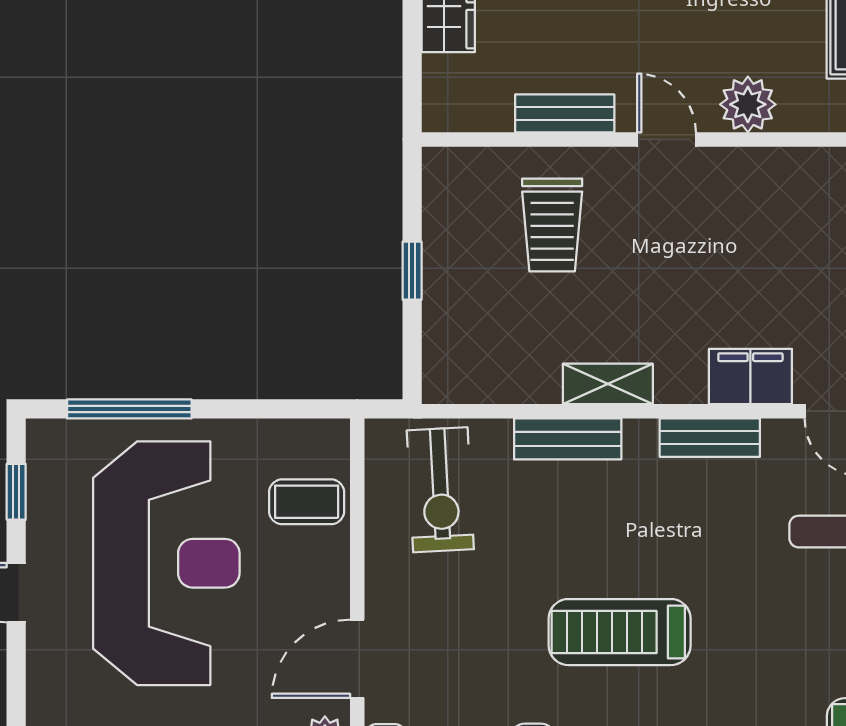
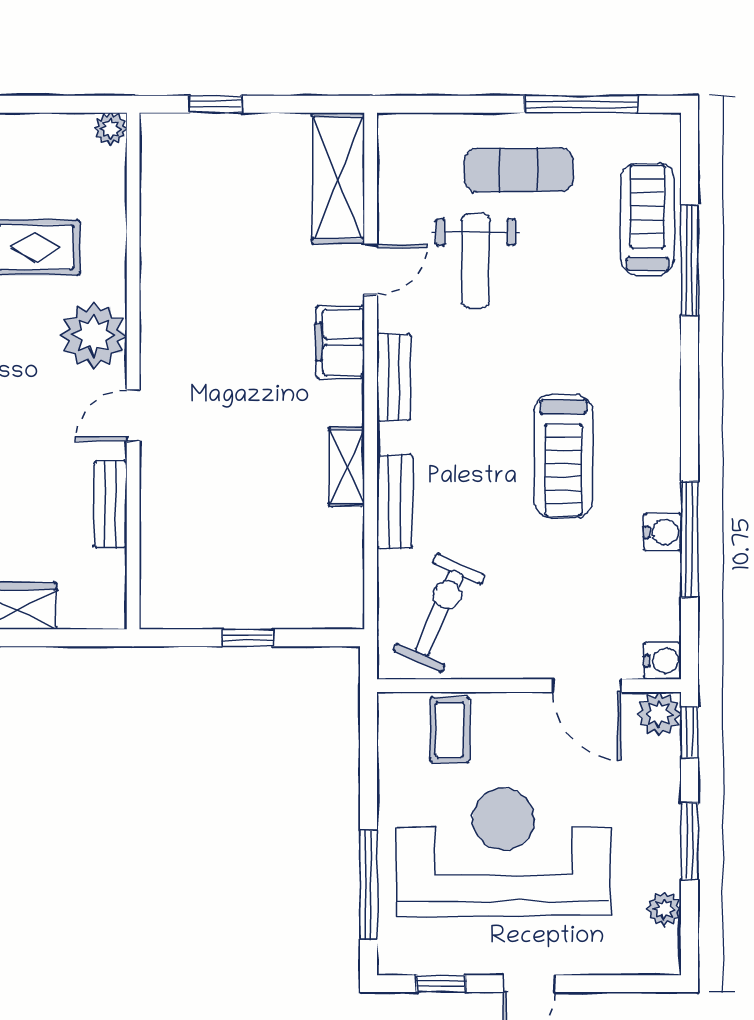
plant: (748, 104) -> (94, 335), width x1.36, depth x1.36
trolley: (552, 225) -> (208, 515), removed
exercise bike: (440, 490) -> (439, 613), turned -63

